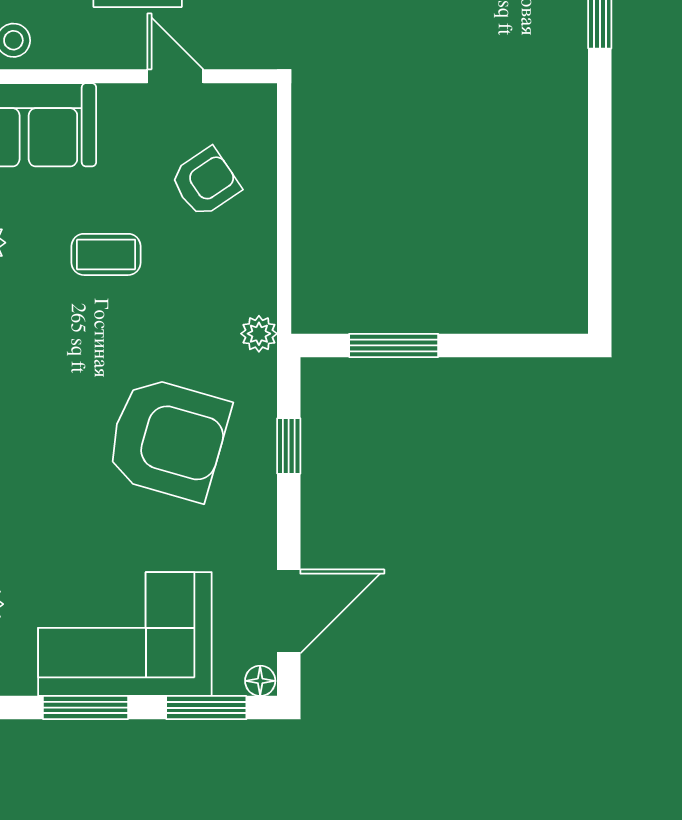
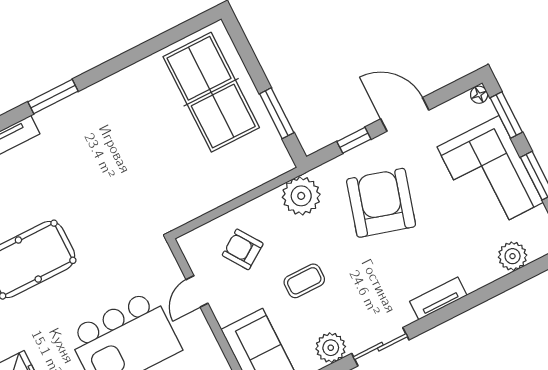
coffee table: (106, 254) -> (304, 281), turned 90
table tennis table: (480, 259) -> (211, 92), added
plant: (259, 334) -> (301, 196), width x1.88, depth x1.88
door: (289, 611) -> (405, 114), moved

